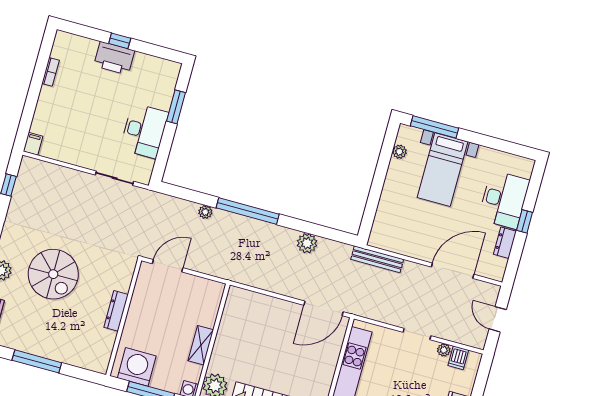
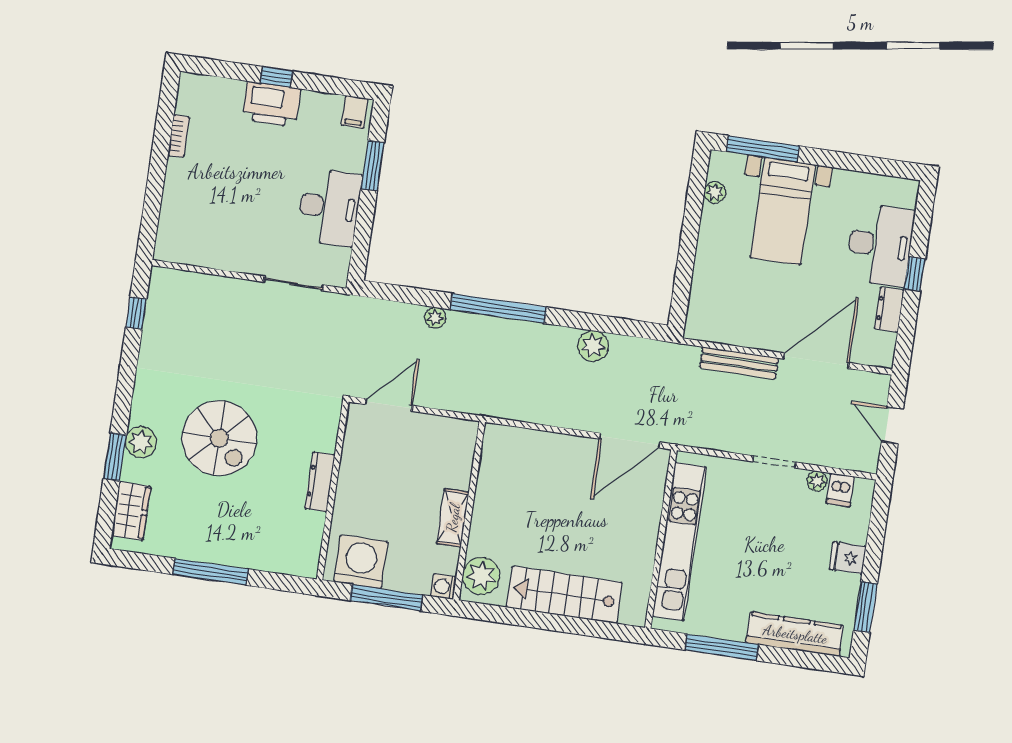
filing cabinet: (33, 144) -> (355, 112), moved, turned 180
bench: (377, 259) -> (739, 363), moved

